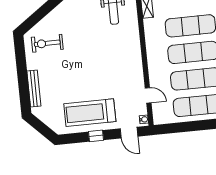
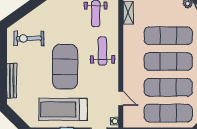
weight bench: (124, 48) -> (103, 51), added
exercise mat: (87, 68) -> (65, 67), added

